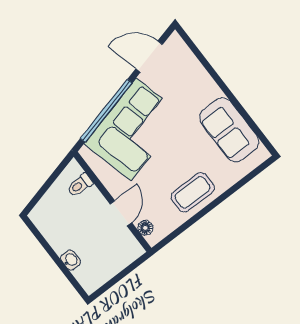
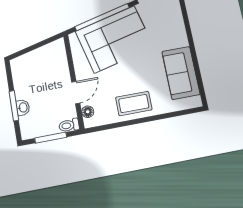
toilet: (80, 185) -> (69, 125), moved
window: (59, 263) -> (14, 106), added
window: (119, 277) -> (51, 138), added

